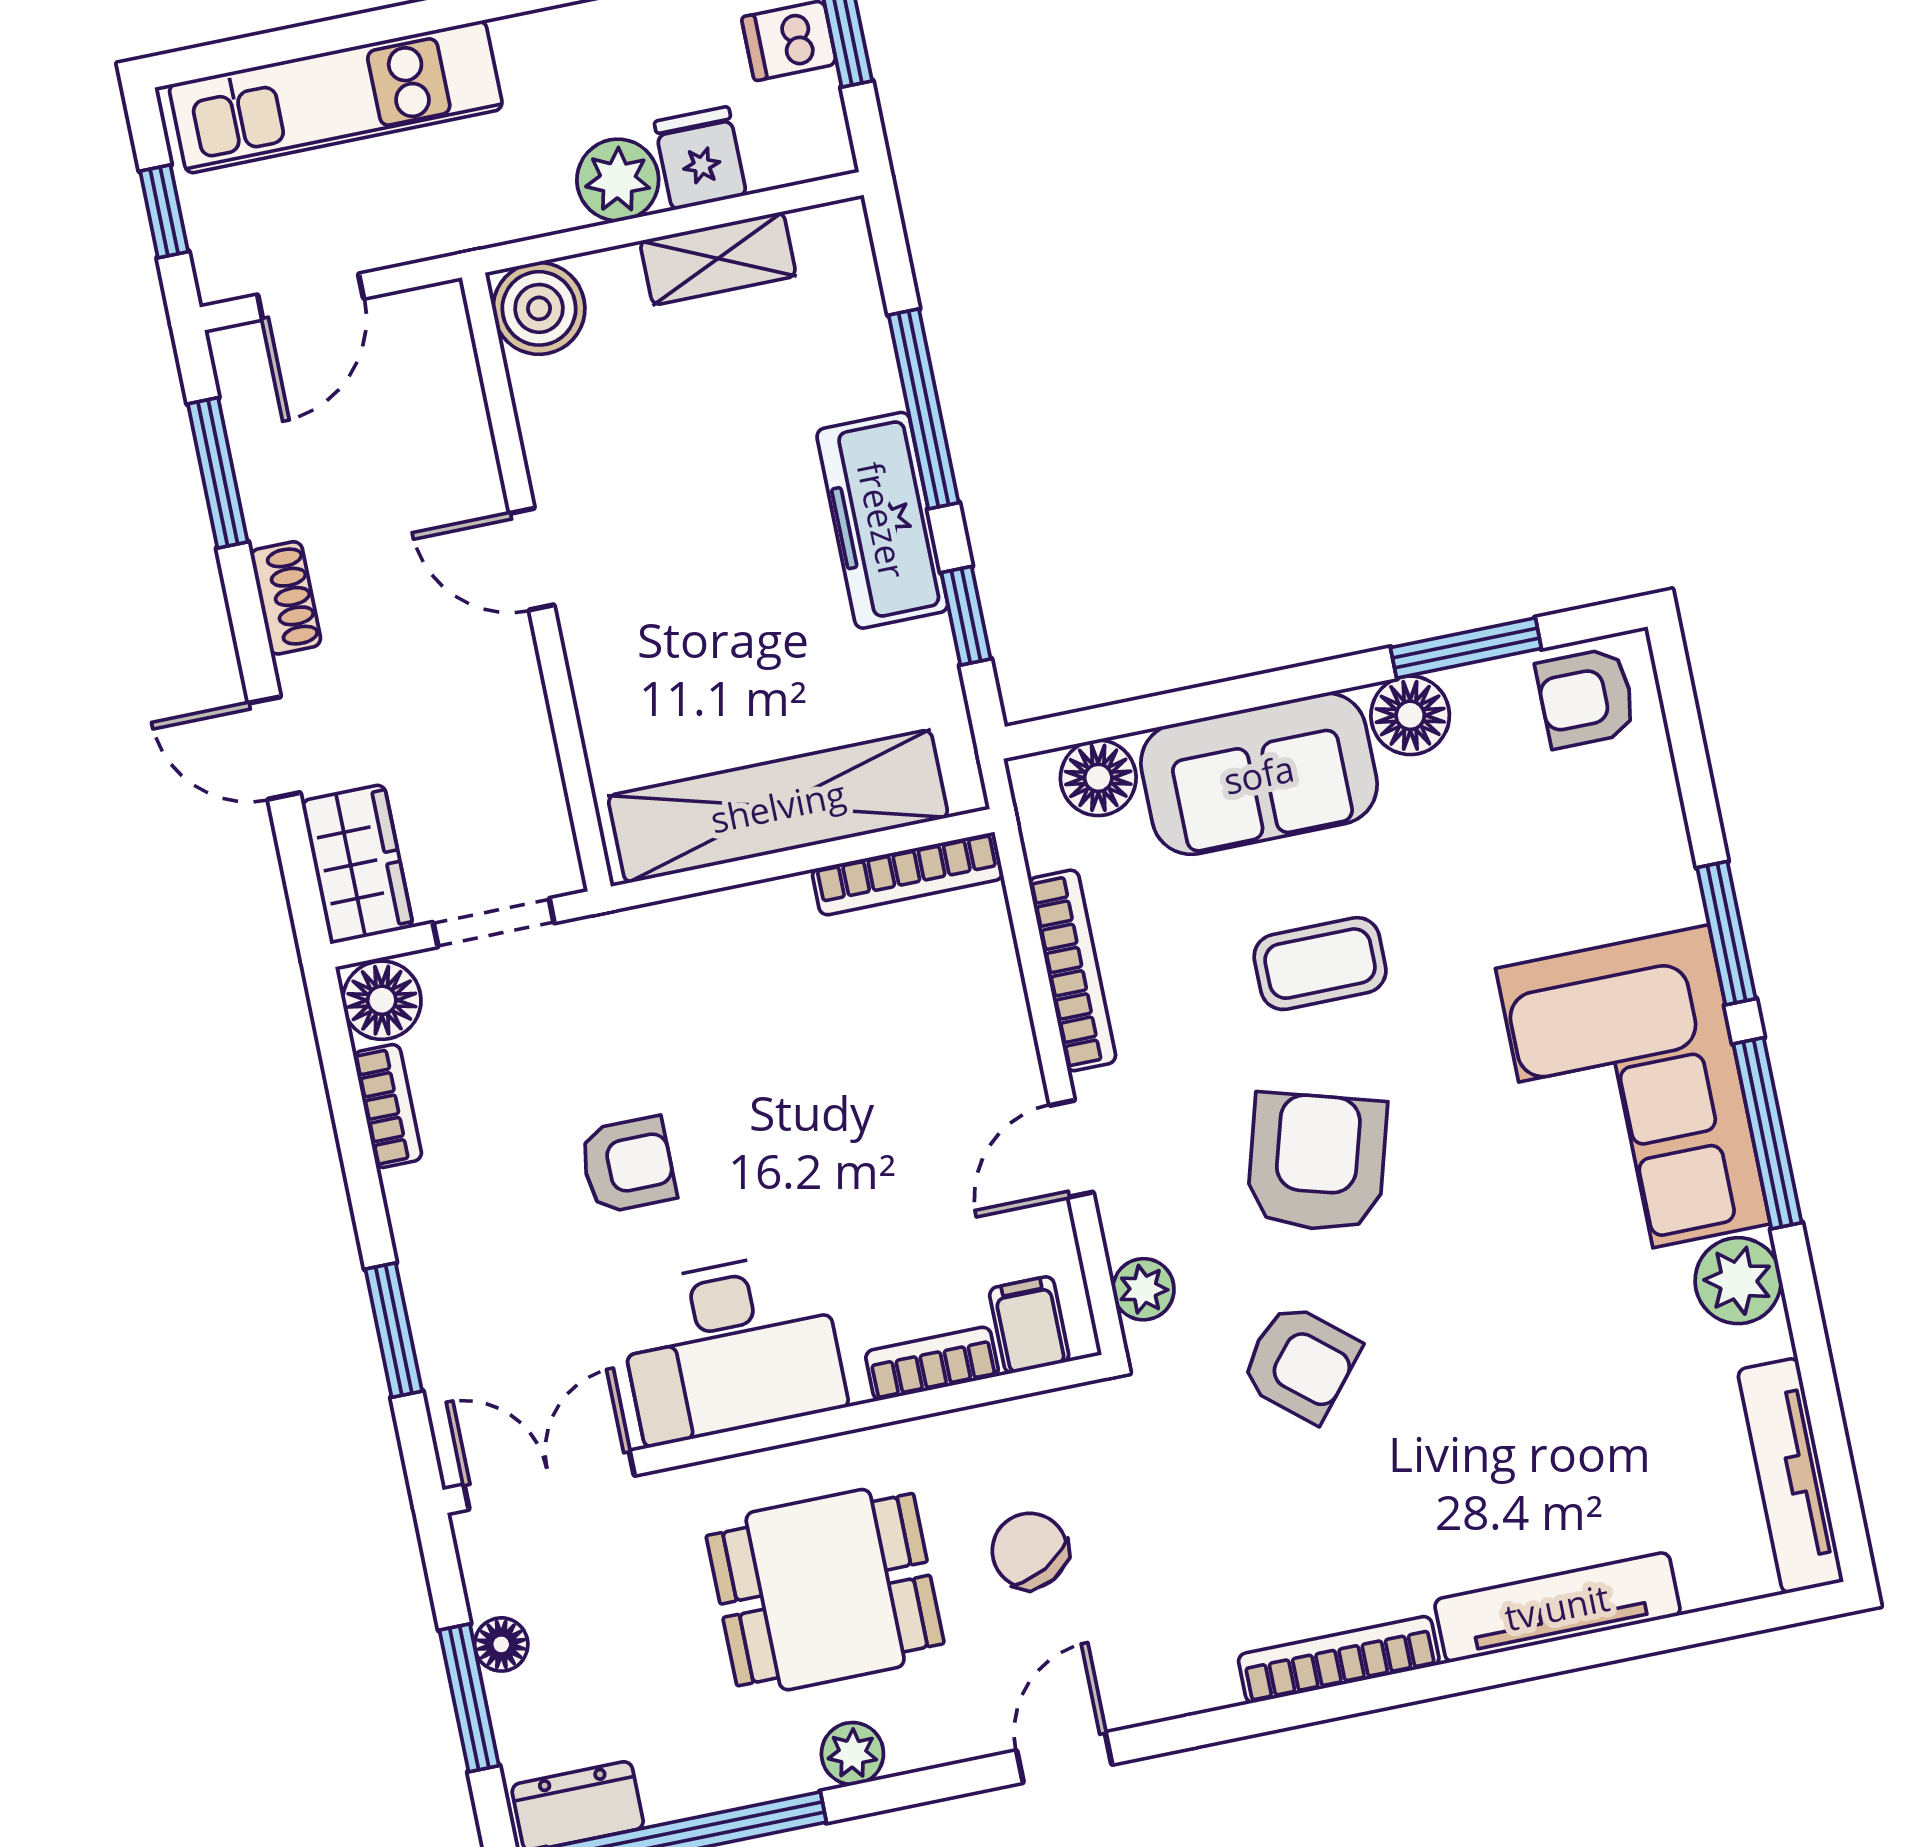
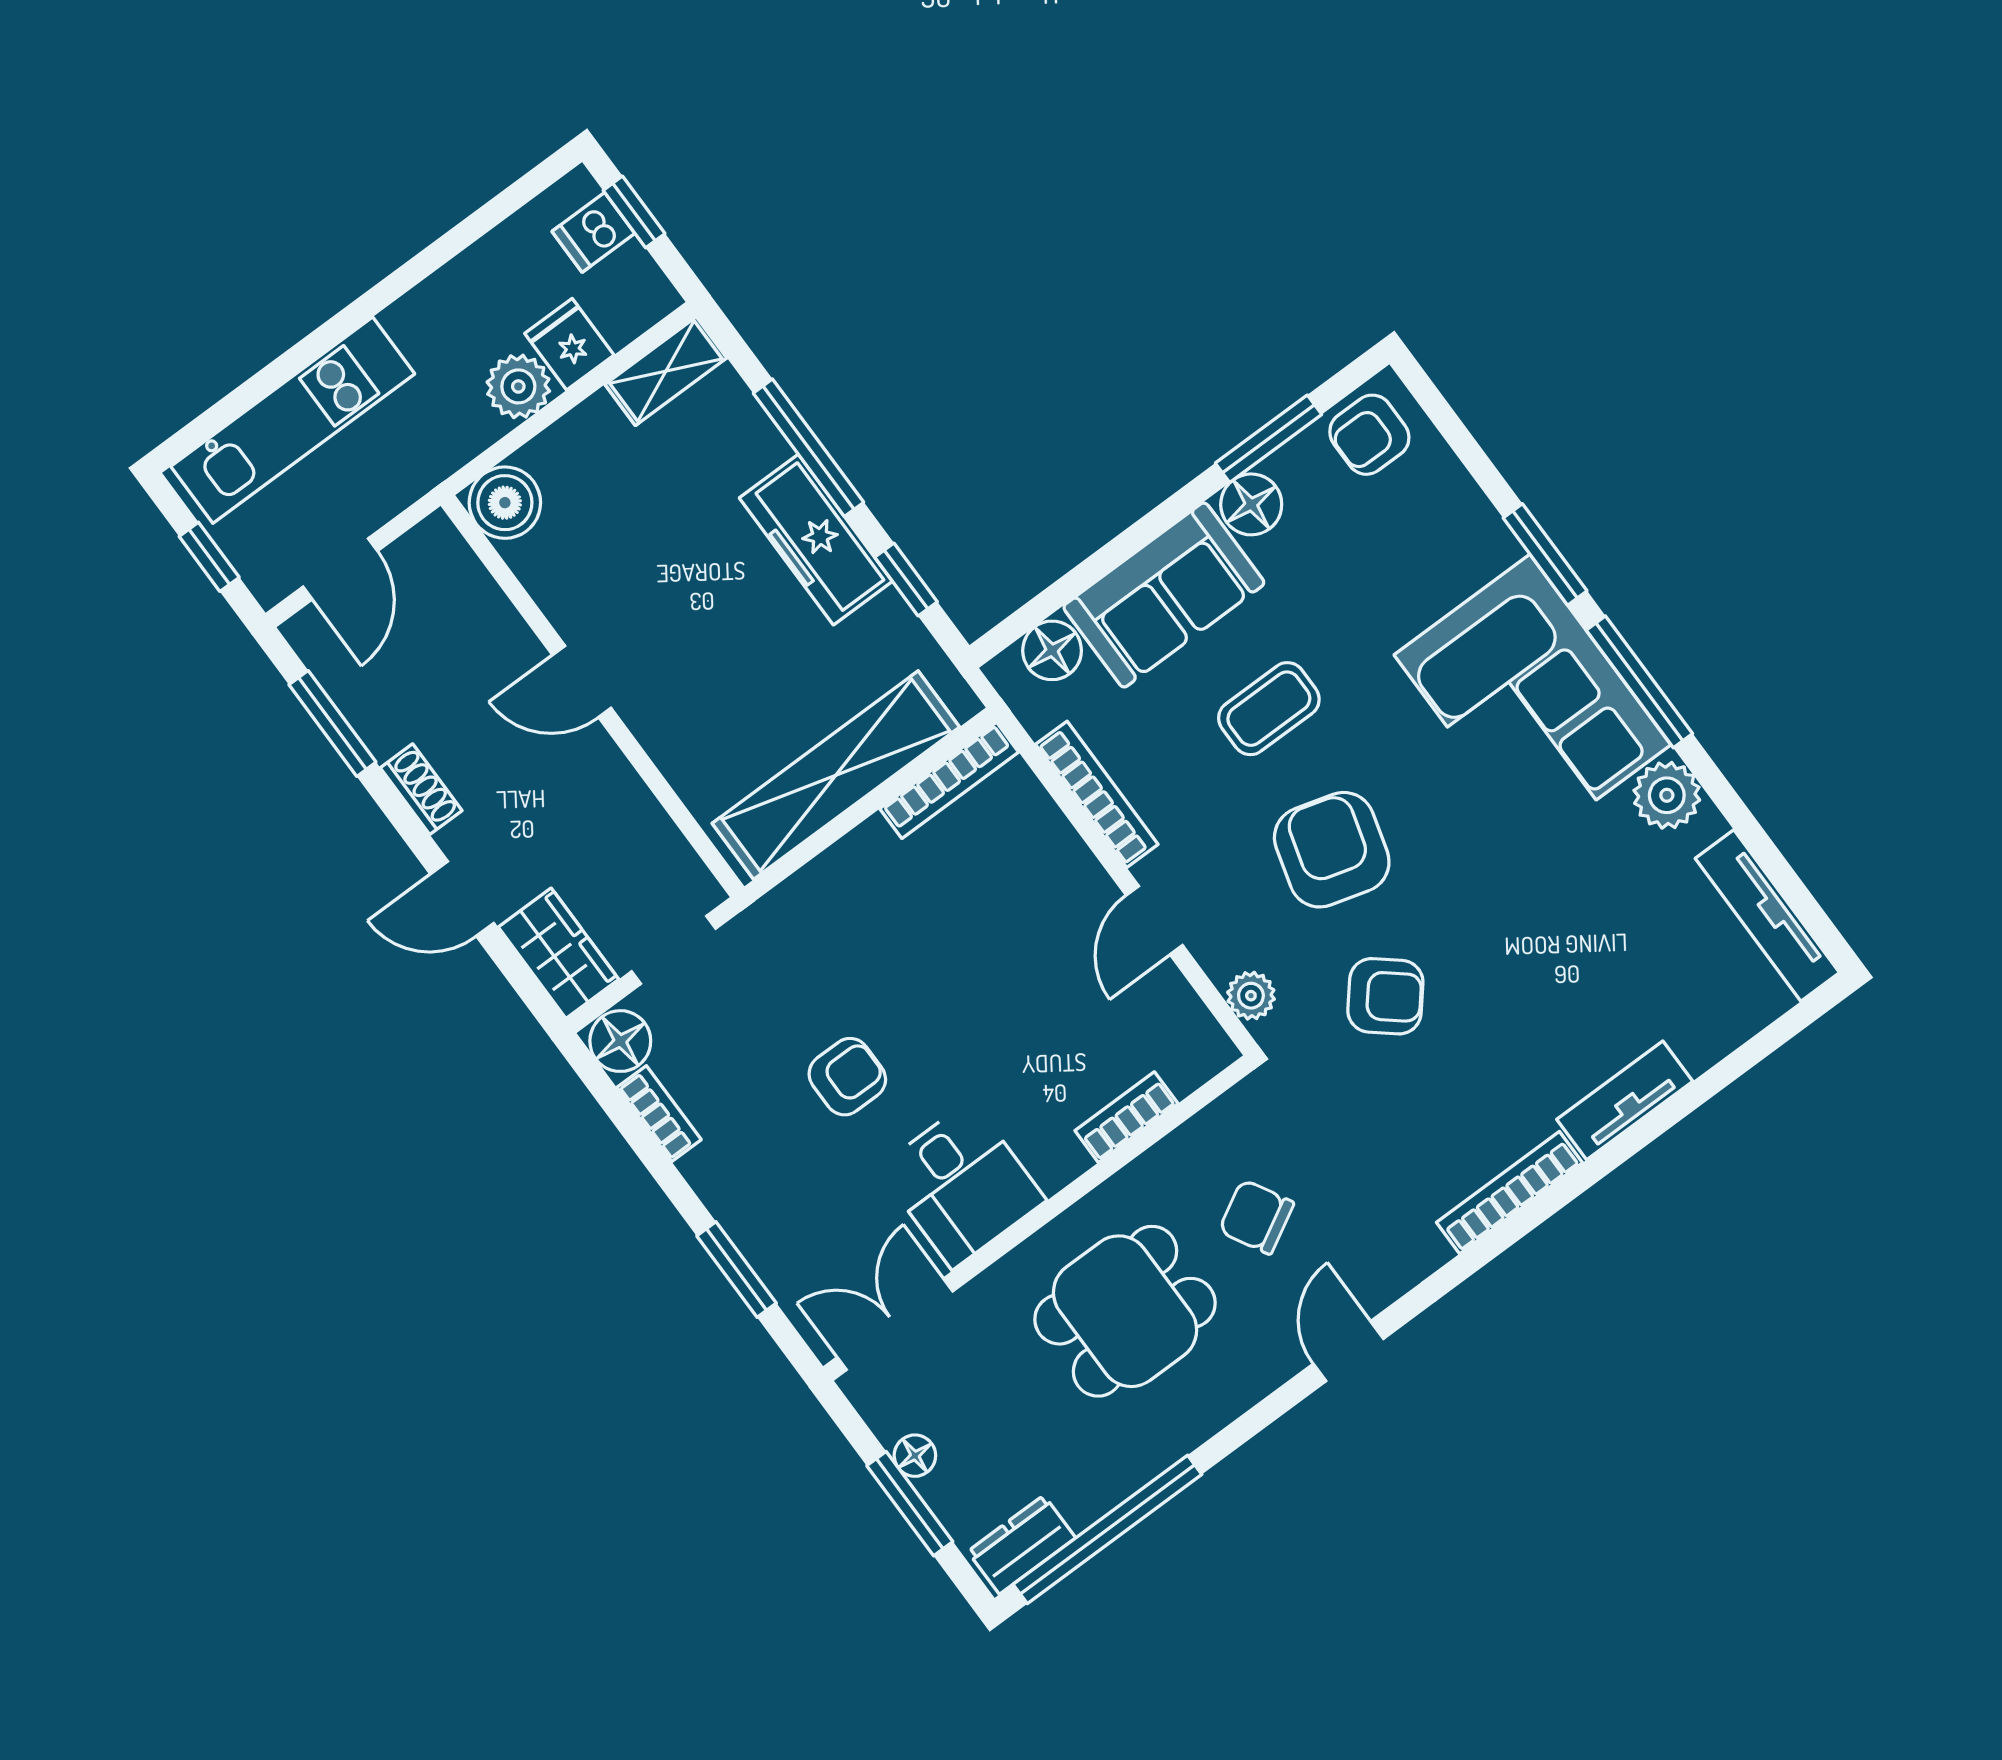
shelving: (718, 259) -> (666, 371), moved
filing cabinet: (1029, 1325) -> (1182, 1058), removed
desk: (731, 1347) -> (962, 1184), width x0.73
tv unit: (1557, 1607) -> (1625, 1100), width x0.71
plant: (852, 1754) -> (1198, 1418), removed

